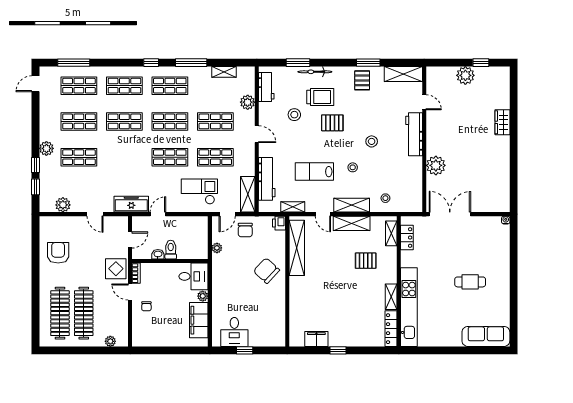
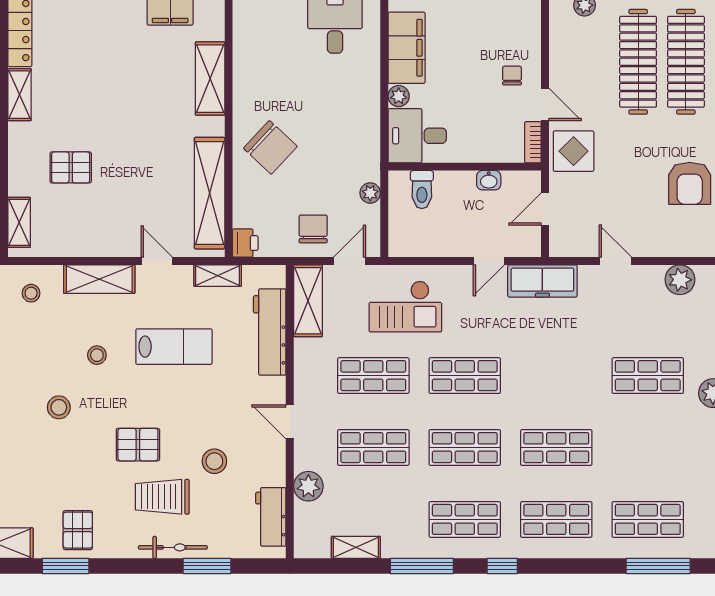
shop shelf: (79, 121) -> (648, 448), removed
shelving: (352, 223) -> (210, 79), moved, turned 90
toilet: (171, 250) -> (422, 190), moved

